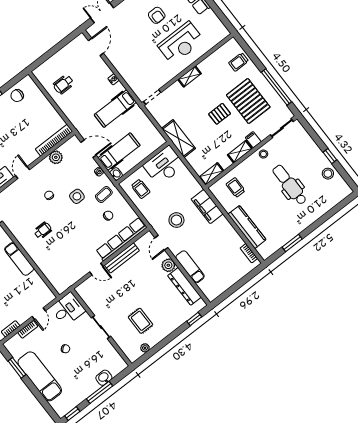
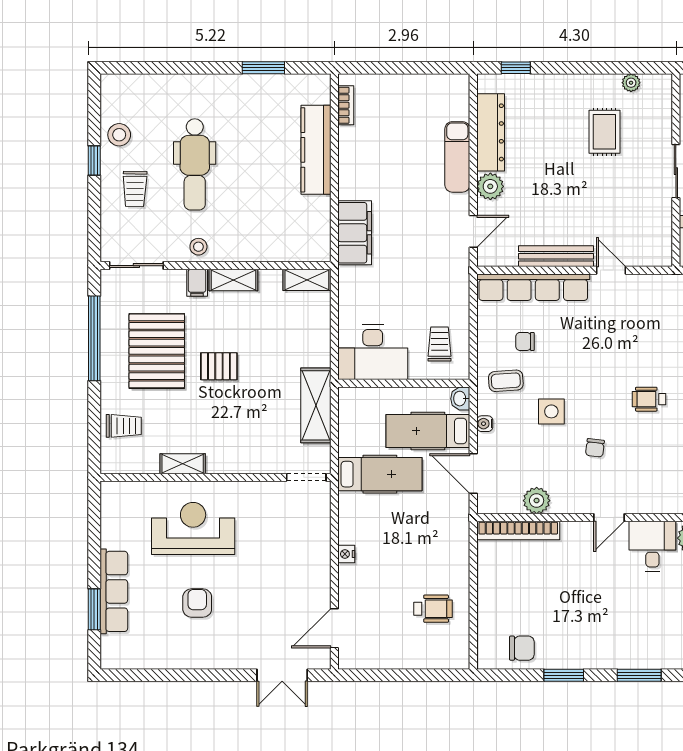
shelving: (189, 77) -> (183, 464), moved
hospital bed: (115, 108) -> (380, 474), moved
shelving: (178, 138) -> (316, 405), moved
trolley: (236, 188) -> (135, 189), moved
stool: (176, 220) -> (421, 249), removed

